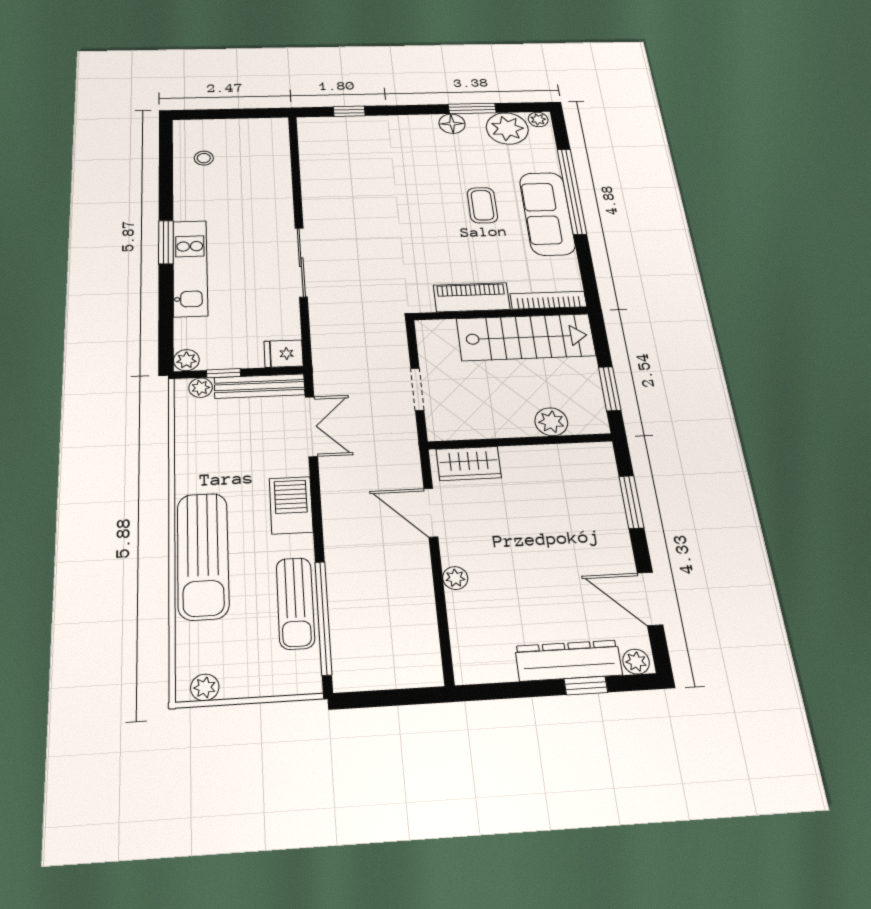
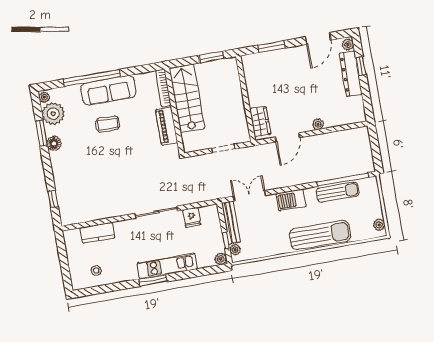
kitchen counter: (276, 168) -> (97, 233), added
fridge: (284, 354) -> (192, 217), moved
plant: (551, 422) -> (233, 84), removed

